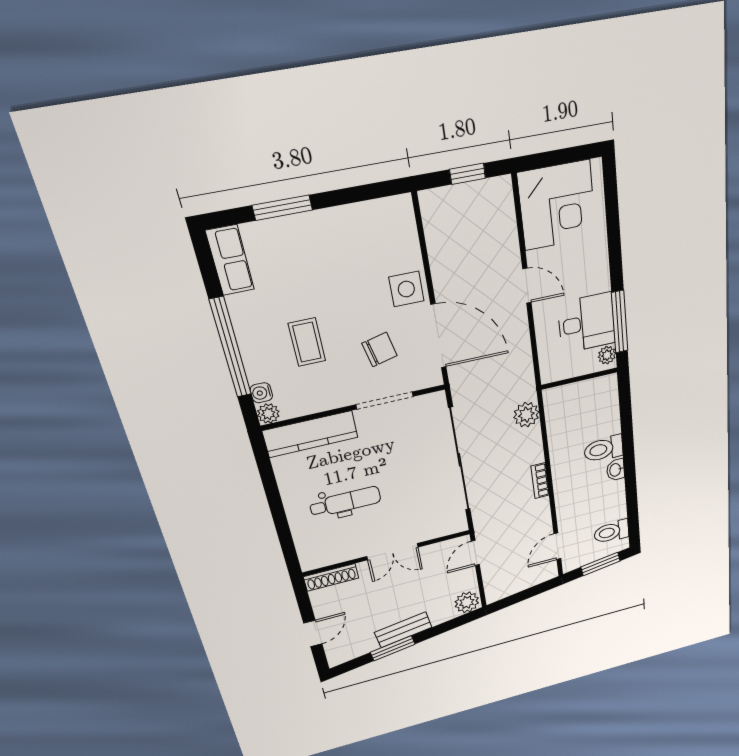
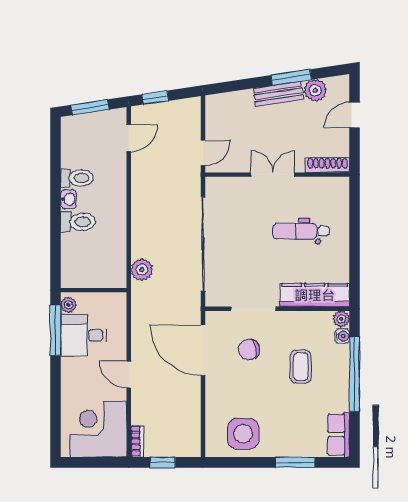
side table: (406, 289) -> (243, 434), moved, width x1.37, depth x1.37
bookcase: (540, 481) -> (137, 441), moved
toilet: (612, 532) -> (77, 178), moved
window: (534, 591) -> (155, 98), added
plant: (467, 602) -> (315, 90), moved

